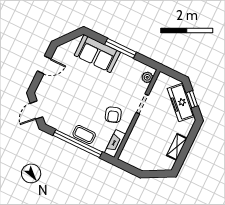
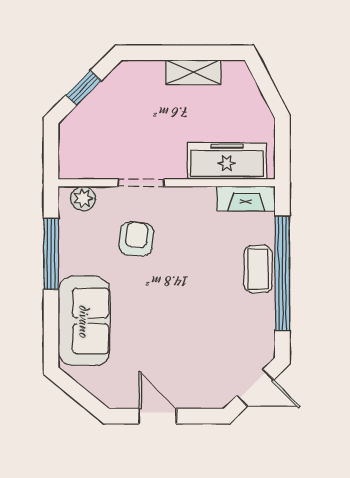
window: (120, 48) -> (51, 254), moved
freezer: (181, 102) -> (227, 161), moved, turned -135
armchair: (113, 115) -> (136, 239), moved, turned -66

